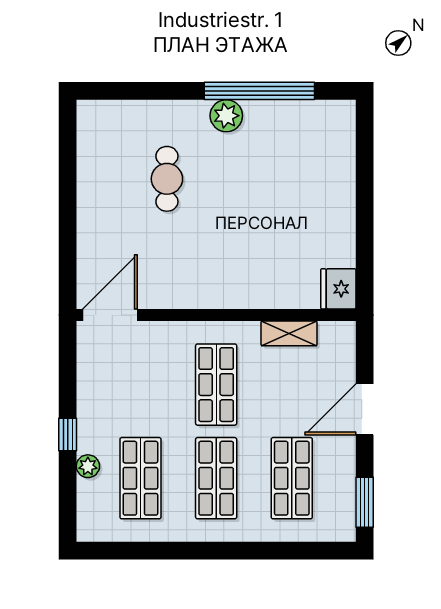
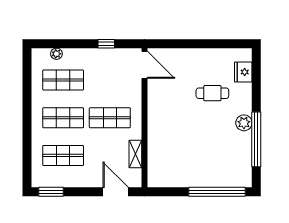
window: (365, 170) -> (217, 192), added
fridge: (338, 289) -> (243, 72), moved, turned -90
door: (365, 409) -> (116, 192), moved
window: (68, 434) -> (106, 44), moved
plant: (88, 466) -> (56, 54), moved

